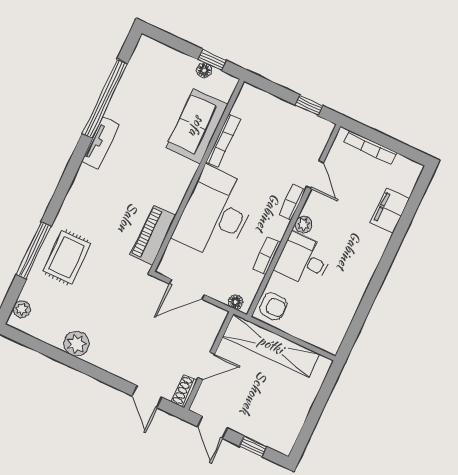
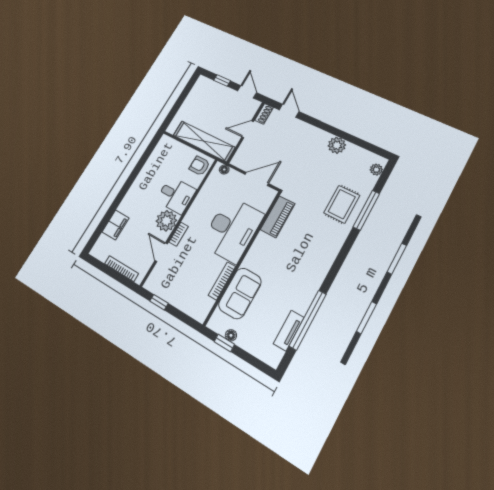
tv unit: (100, 143) -> (289, 331), moved
plant: (304, 224) -> (166, 221), width x1.87, depth x1.87
bookcase: (267, 256) -> (200, 199), removed

